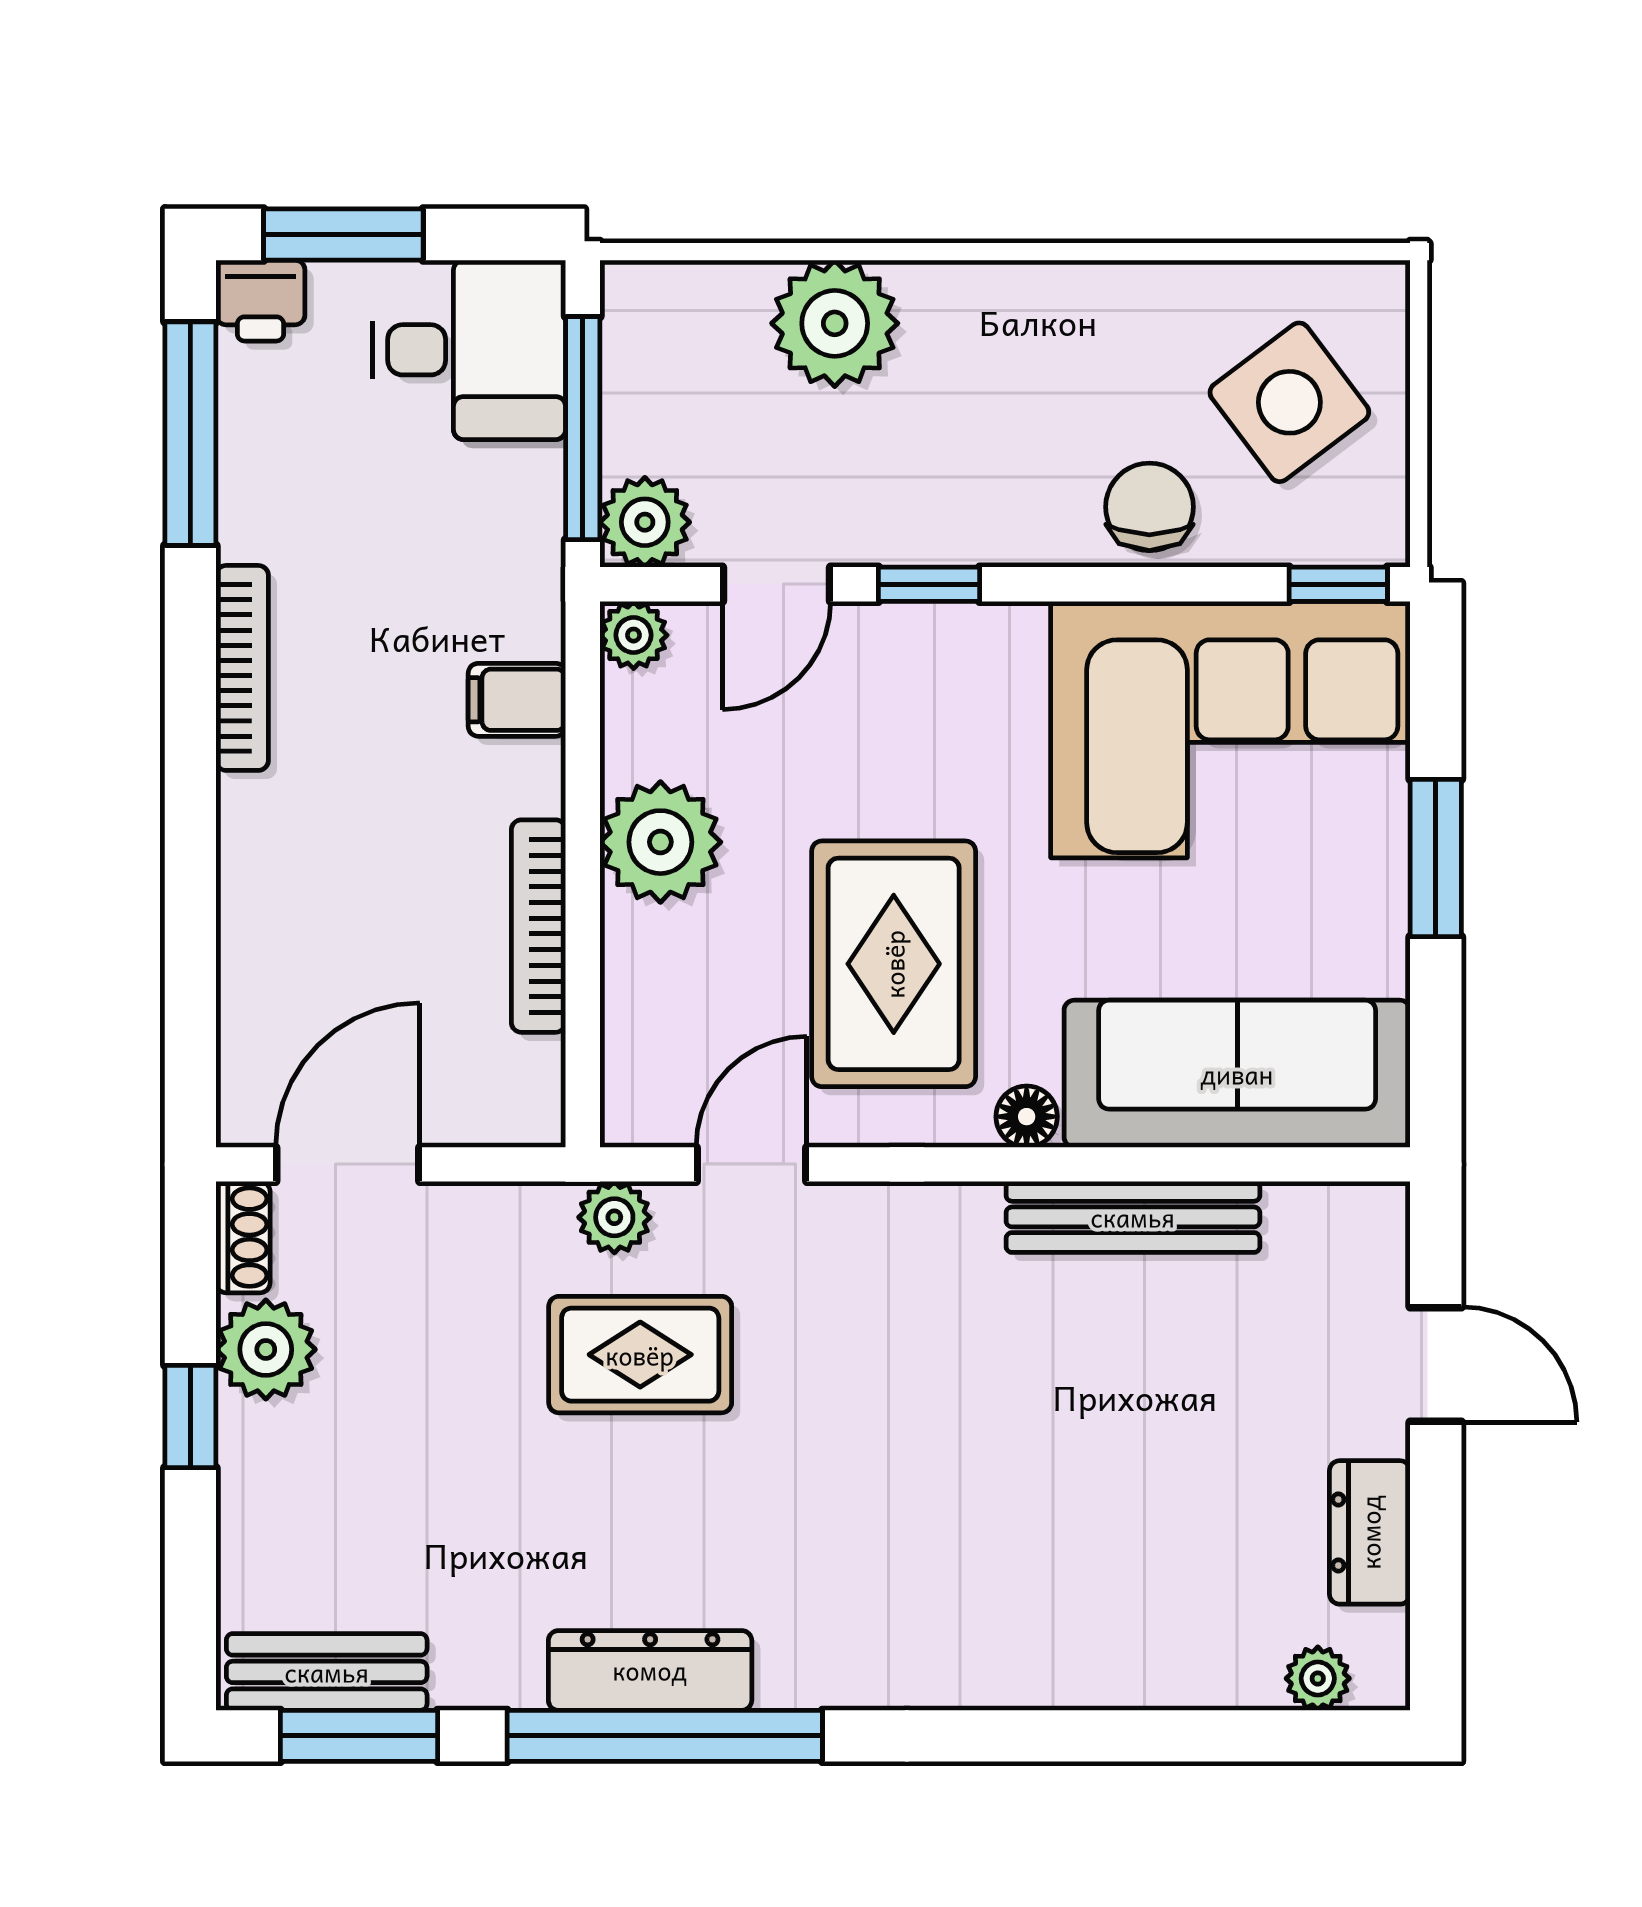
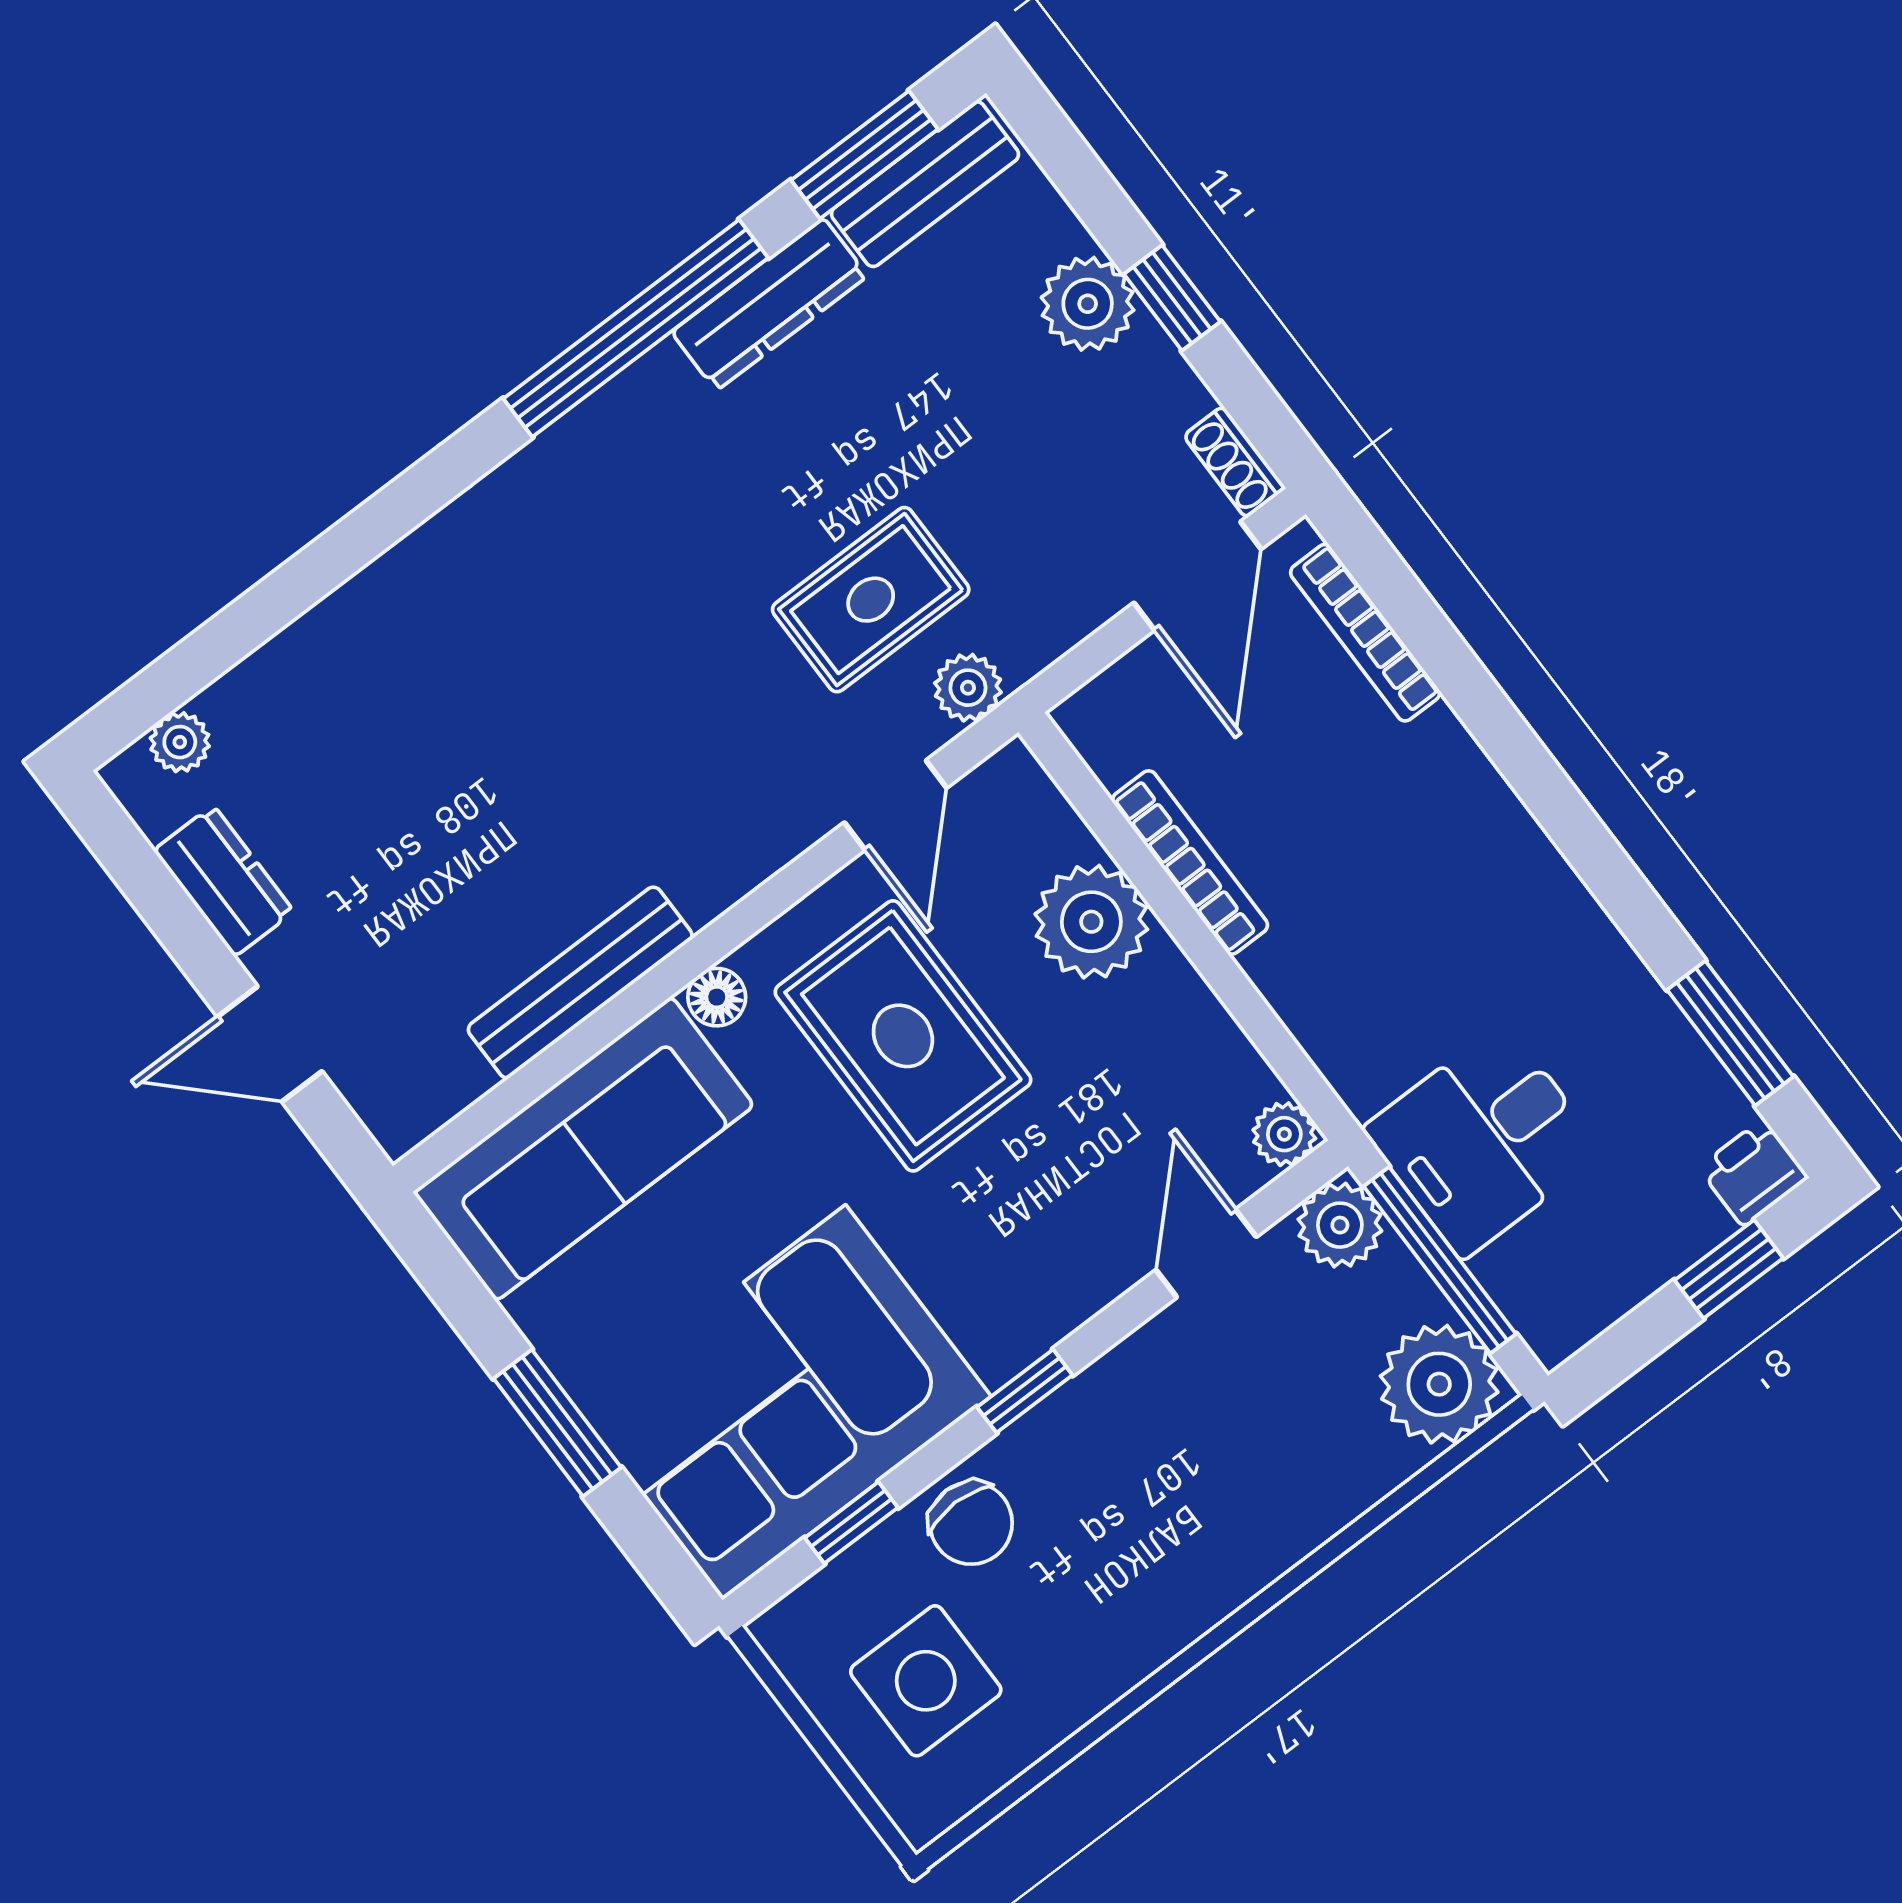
window: (343, 235) -> (1729, 1269), width x0.67
plant: (835, 323) -> (1439, 1384), moved
desk: (469, 350) -> (1483, 1141), moved
side table: (1289, 402) -> (926, 1681), turned 37
window: (190, 434) -> (1730, 1033), width x0.69
window: (929, 584) -> (1025, 1391), moved
window: (1338, 584) -> (851, 1523), moved
bookcase: (242, 668) -> (1365, 633), moved
filing cabinet: (517, 700) -> (1335, 1020), removed
plant: (660, 842) -> (1091, 922), moved
plant: (266, 1349) -> (1088, 304), moved
dresser: (650, 1670) -> (770, 304), moved

